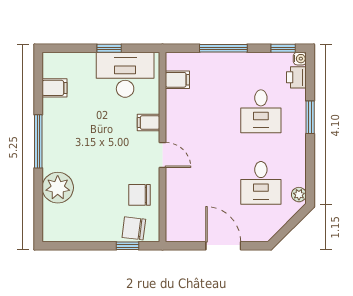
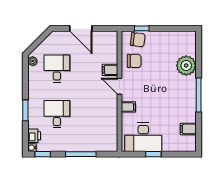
filing cabinet: (177, 80) -> (110, 70), moved

